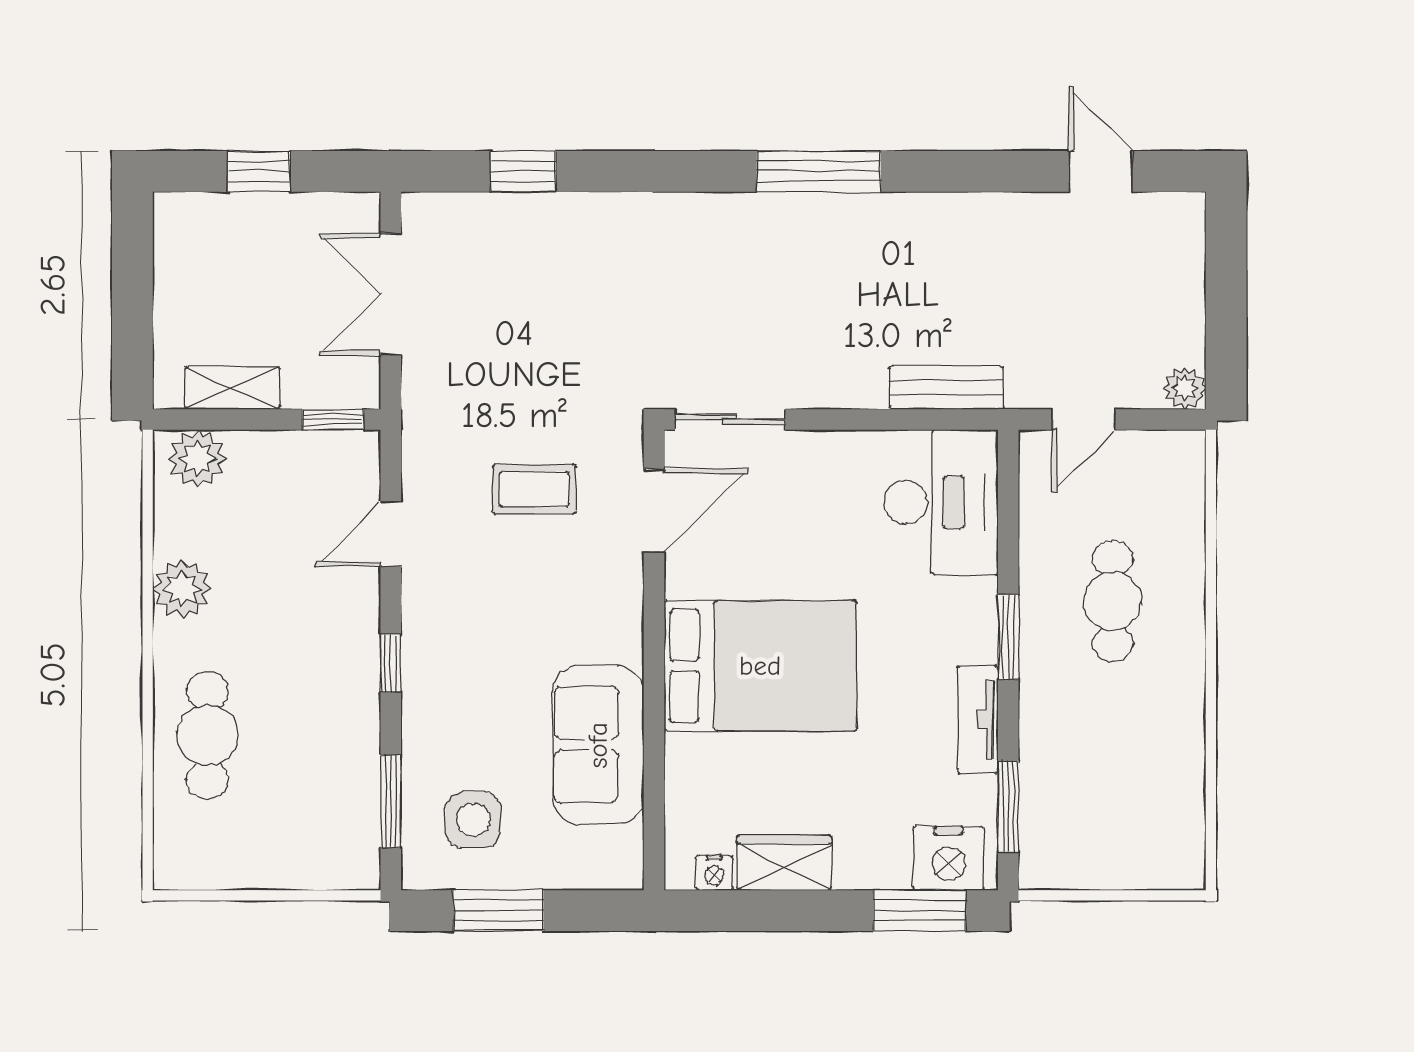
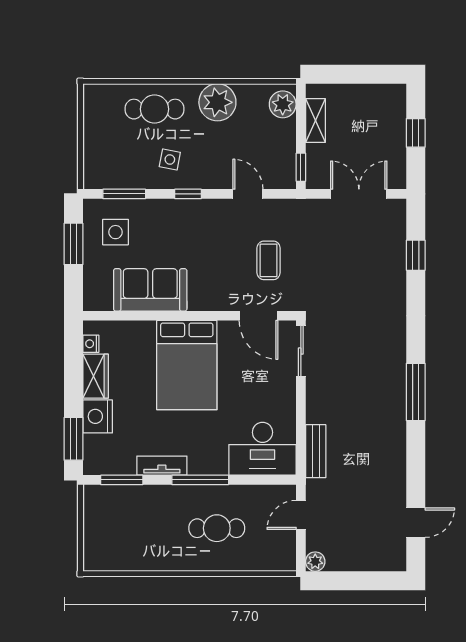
door: (1084, 419) -> (301, 515), hinge flipped
plant: (182, 589) -> (217, 102), width x1.36, depth x1.36
window: (1008, 637) -> (200, 480), width x1.44
side table: (316, 702) -> (170, 159), added
nightstand: (949, 858) -> (98, 416), moved

